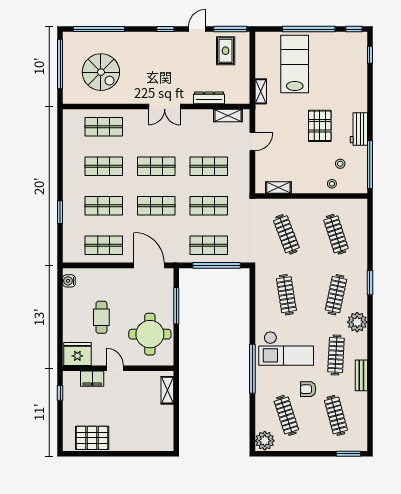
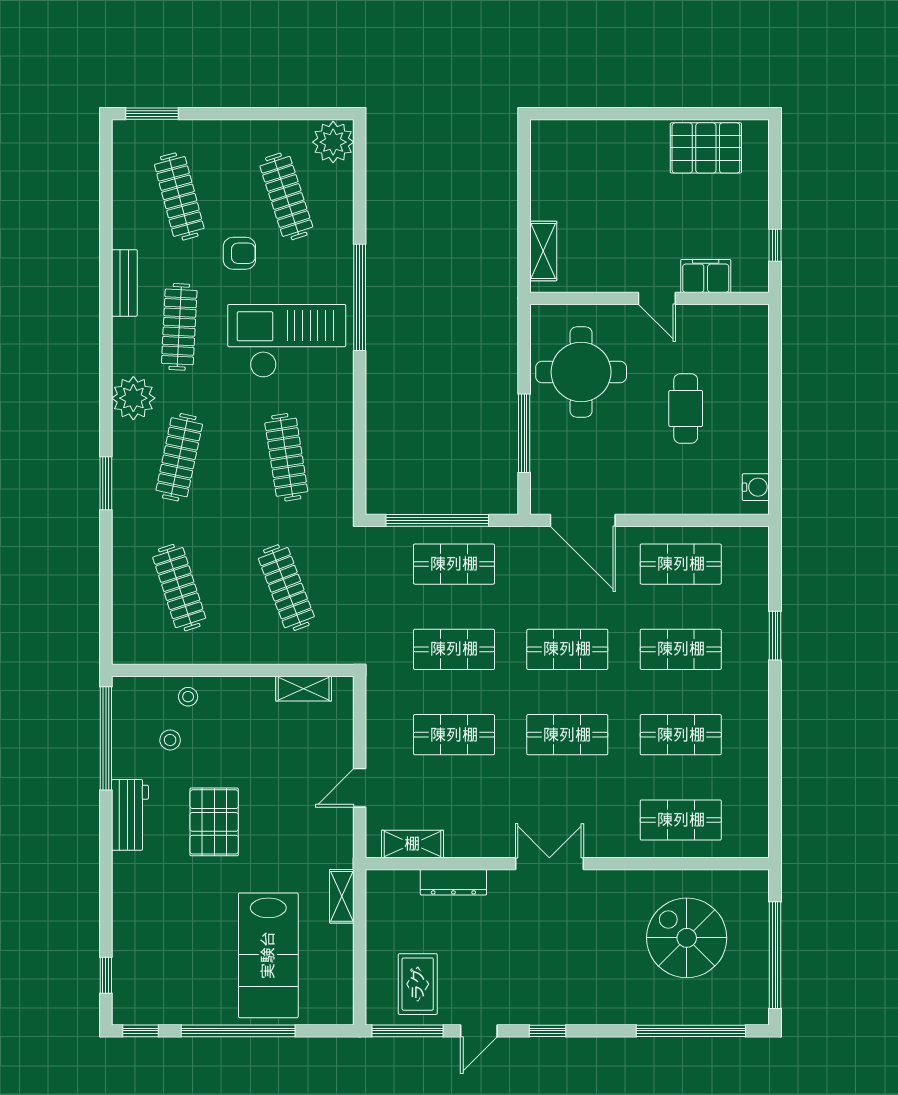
fridge: (77, 354) -> (738, 329), removed

